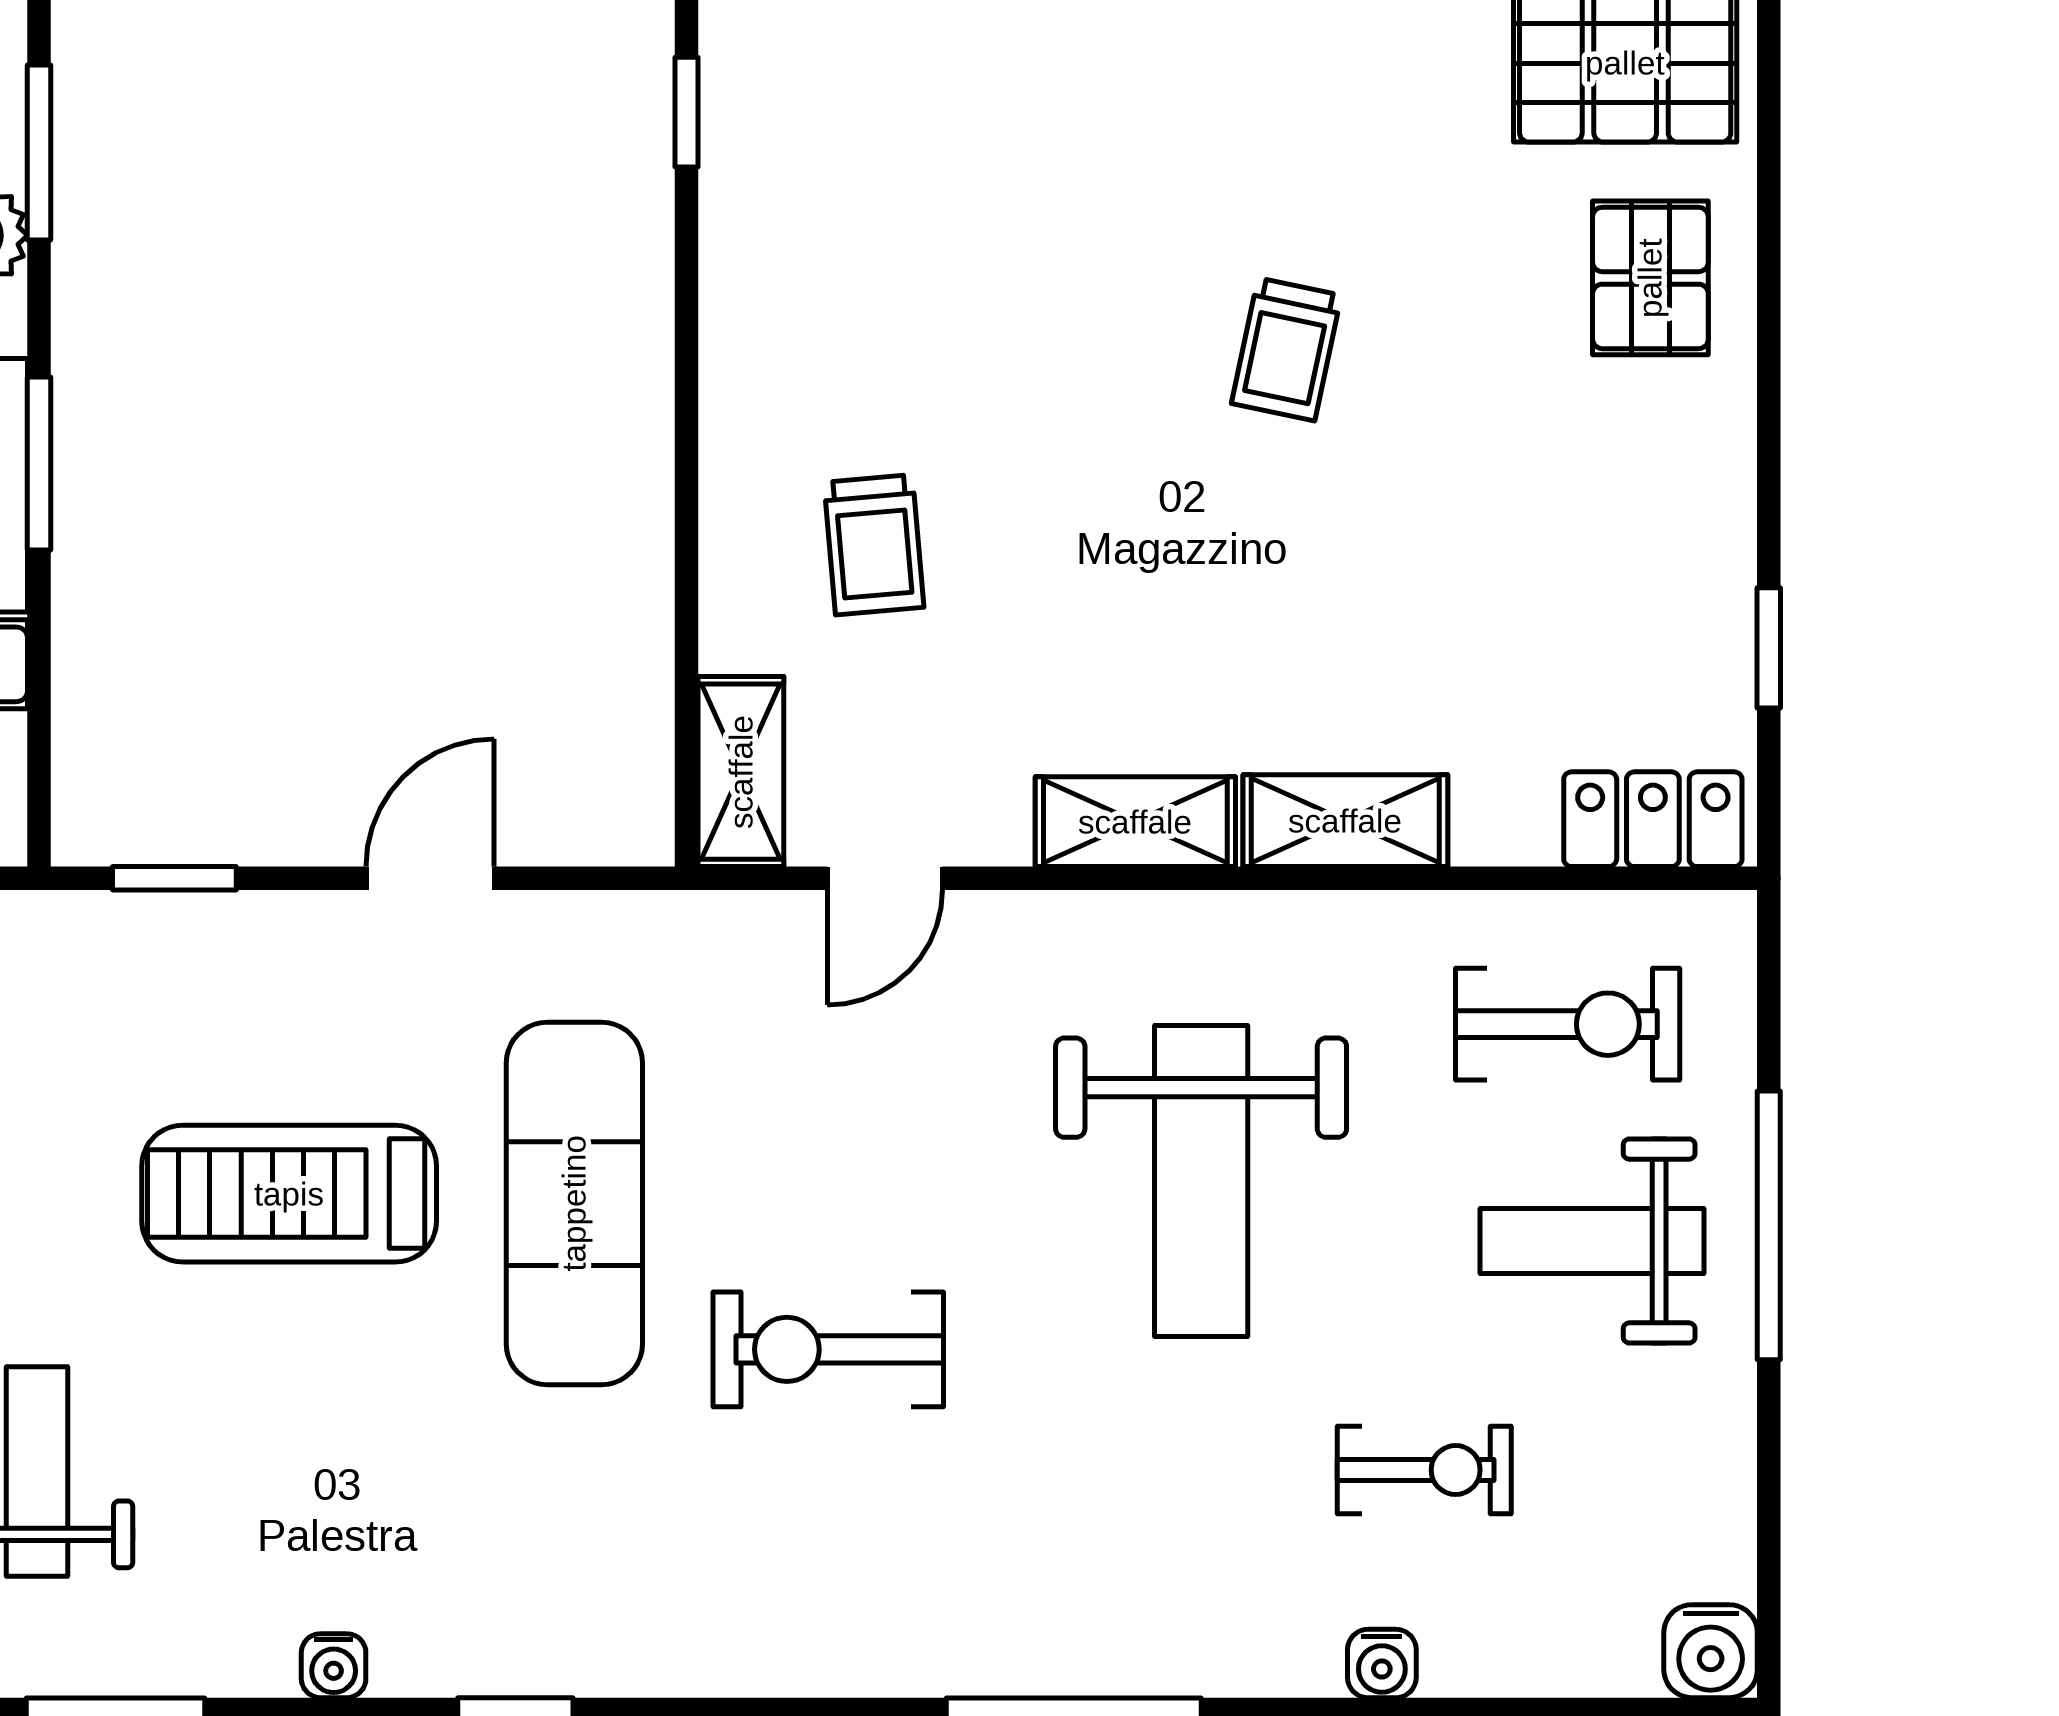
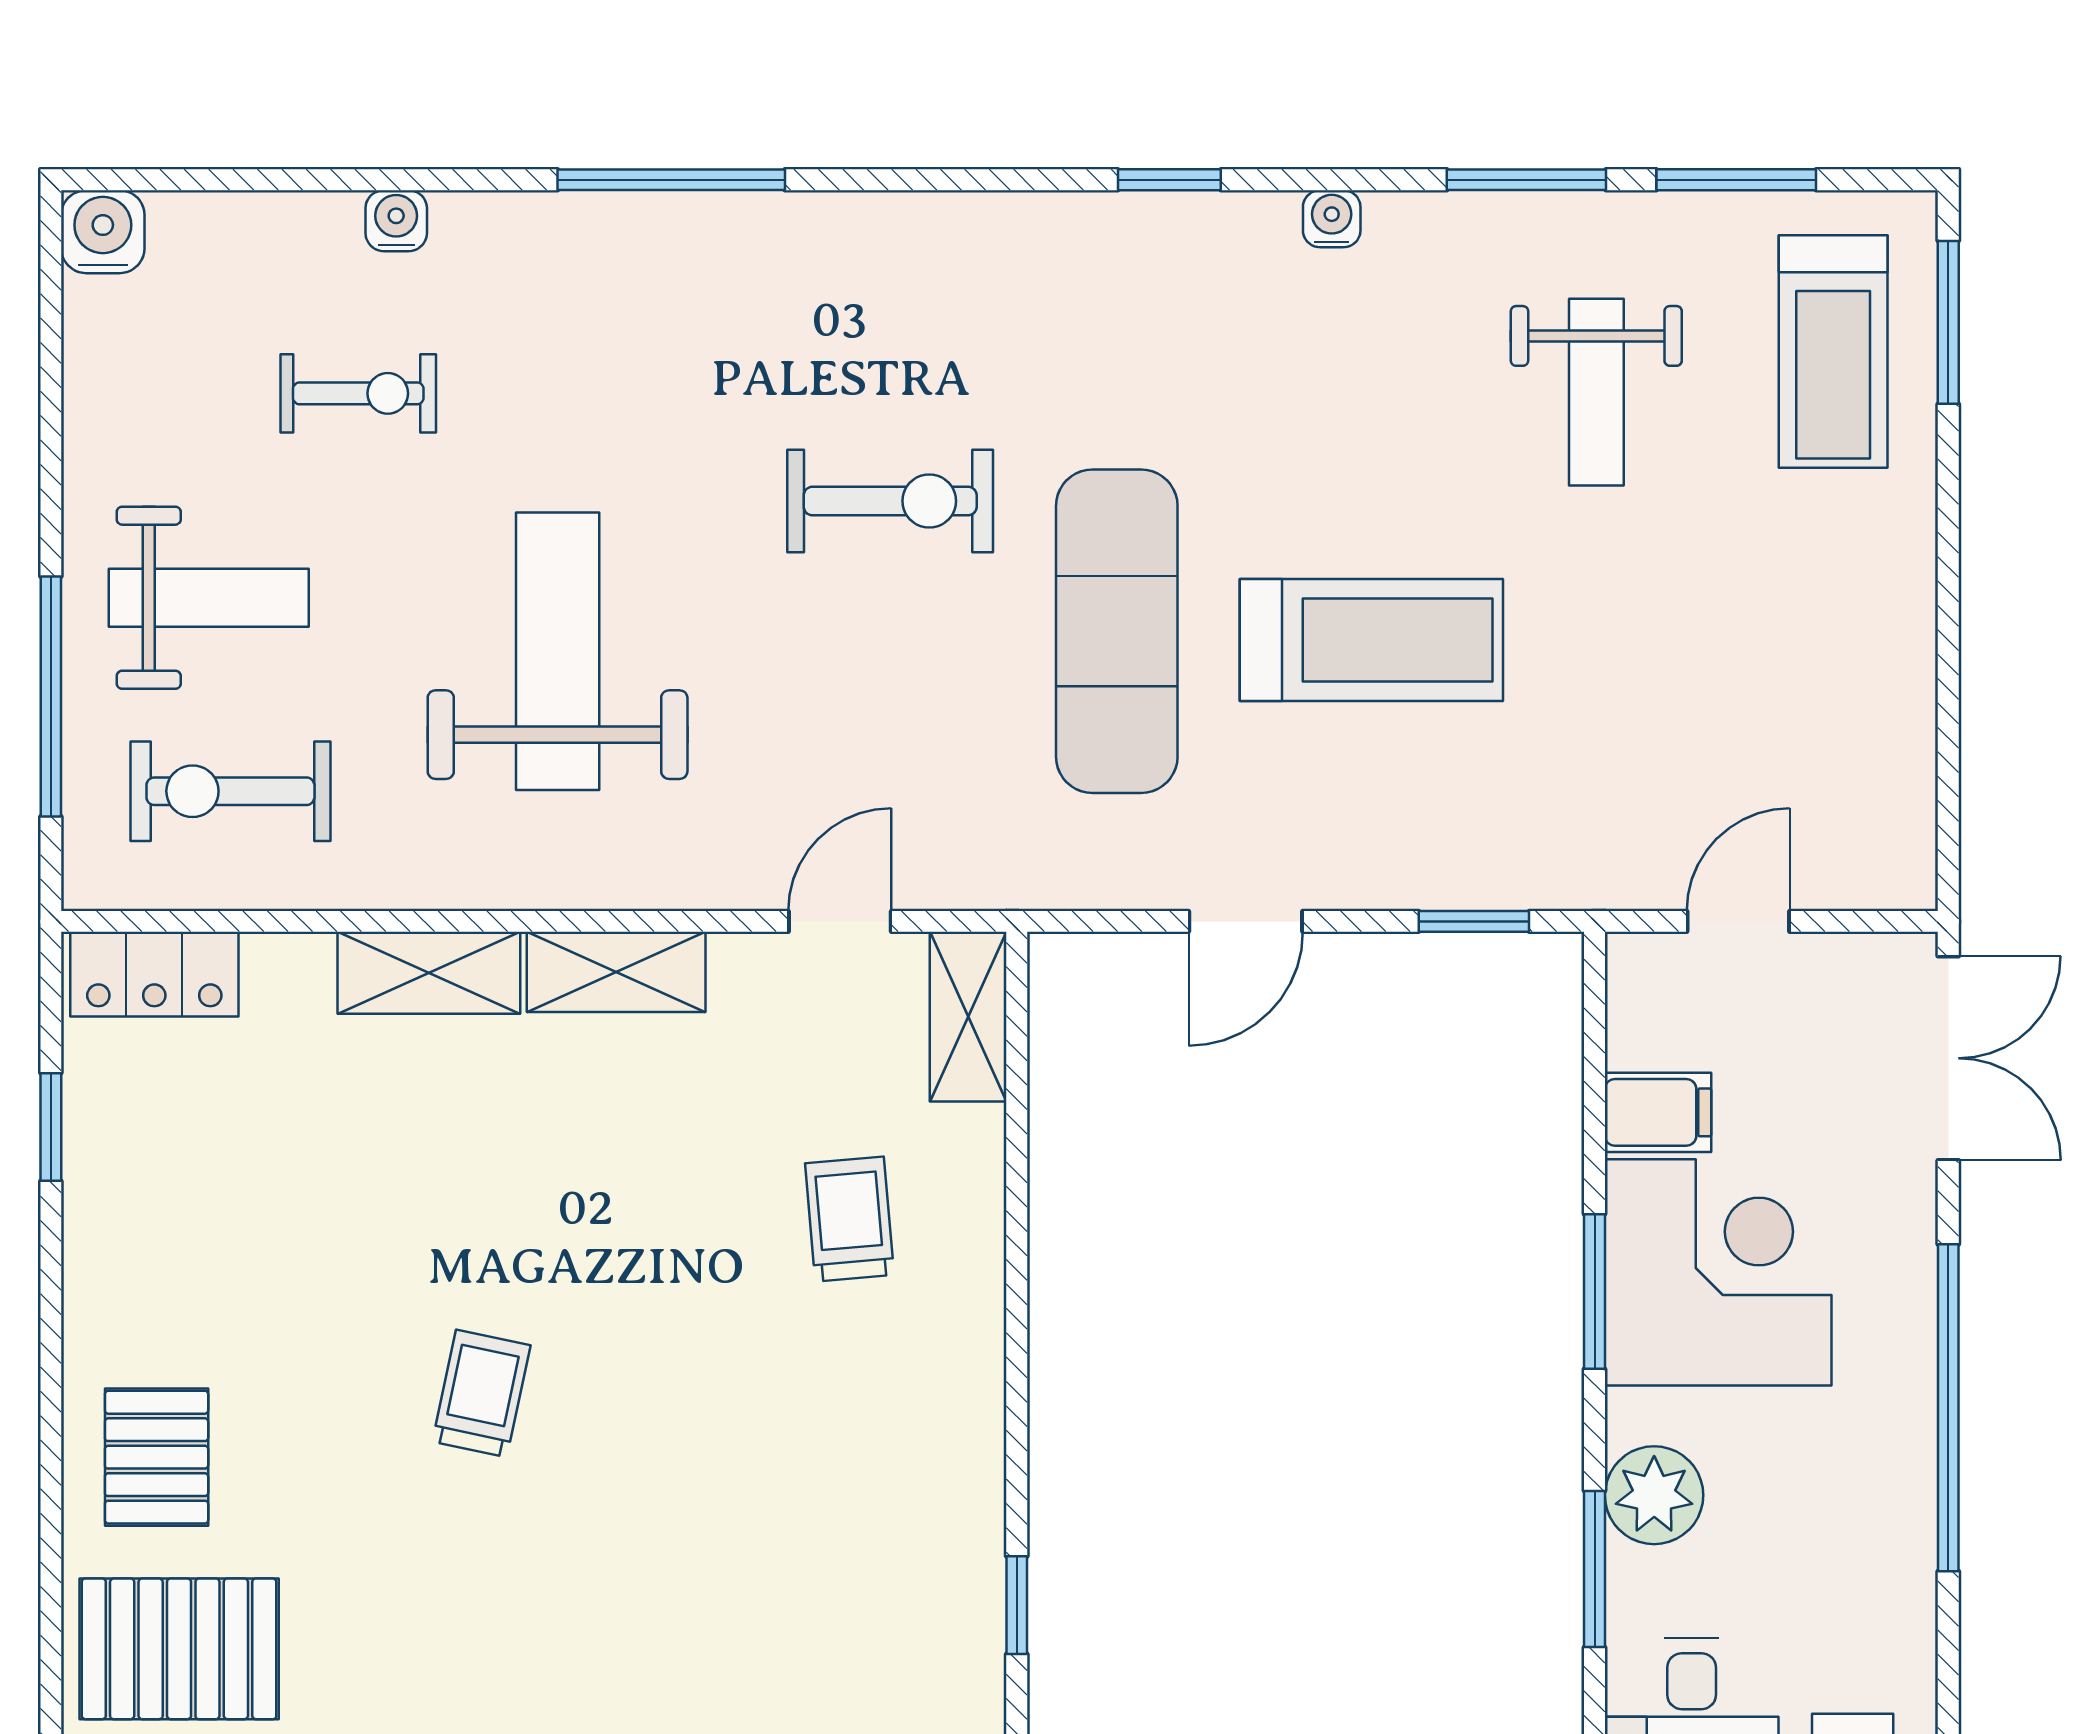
window: (1769, 1225) -> (51, 696), moved
exercise bike: (1424, 1470) -> (358, 393), turned 180

